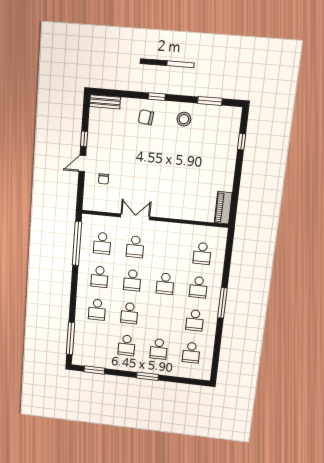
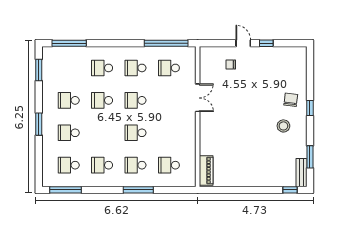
bench: (105, 102) -> (302, 173), moved
stool: (184, 119) -> (283, 126), moved
window: (242, 142) -> (290, 190), moved
piano: (223, 208) -> (206, 170), moved, turned 90
school desk: (135, 247) -> (169, 100), removed
window: (222, 303) -> (138, 190), moved
window: (216, 359) -> (66, 190), added

